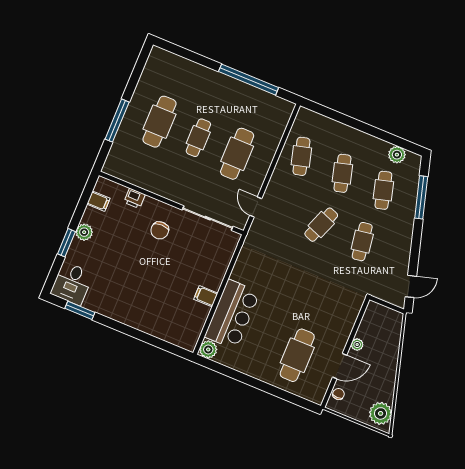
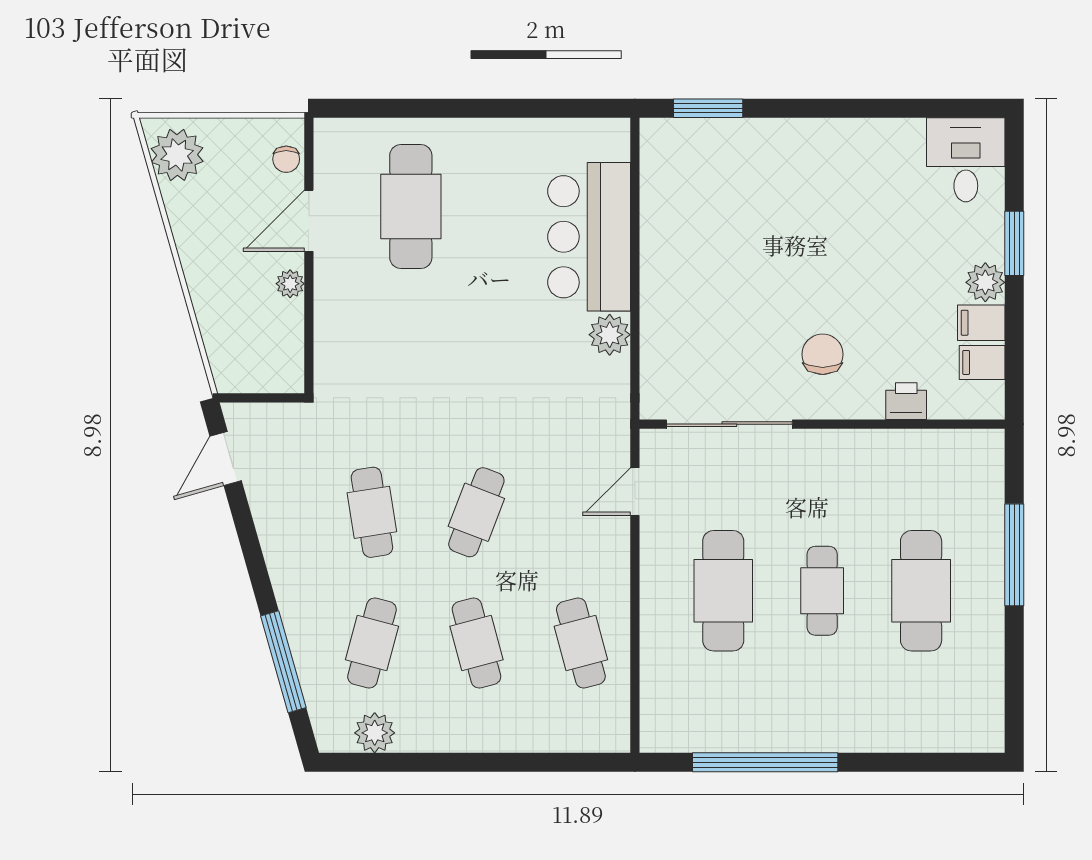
cafe table: (383, 190) -> (372, 643), turned 30
door: (256, 207) -> (635, 492), swing flipped
filing cabinet: (206, 296) -> (981, 323), moved, turned 180
window: (80, 310) -> (708, 108), moved
plant: (208, 349) -> (610, 335), moved

